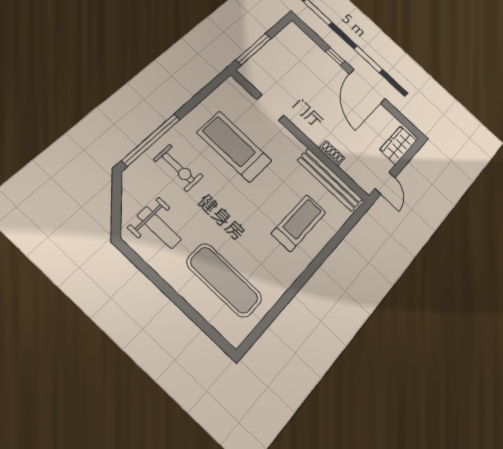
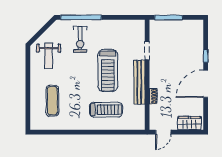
treadmill: (234, 147) -> (108, 70), moved, turned 180
bench: (330, 180) -> (139, 82), moved
exercise mat: (224, 280) -> (52, 101), width x0.73, depth x0.69

